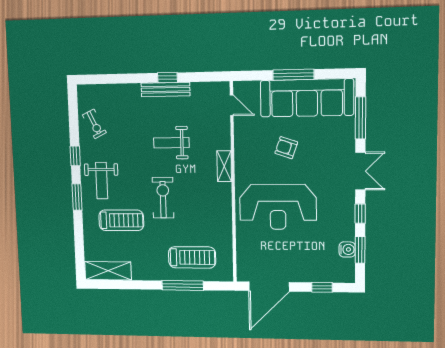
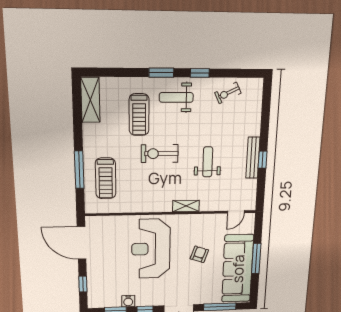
exercise bike: (163, 198) -> (160, 154), turned 180
water cooler: (347, 249) -> (128, 301), moved

